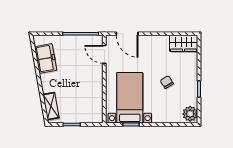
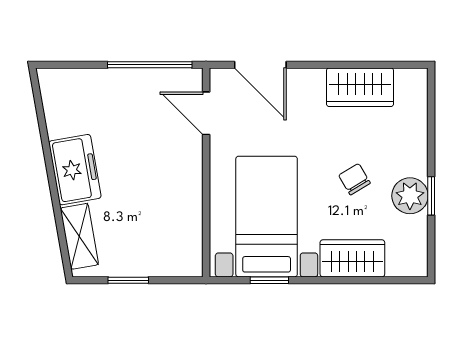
wardrobe: (184, 43) -> (360, 87), moved
freezer: (46, 58) -> (75, 170), moved
plant: (190, 114) -> (410, 196), moved
wardrobe: (166, 115) -> (352, 258), added

